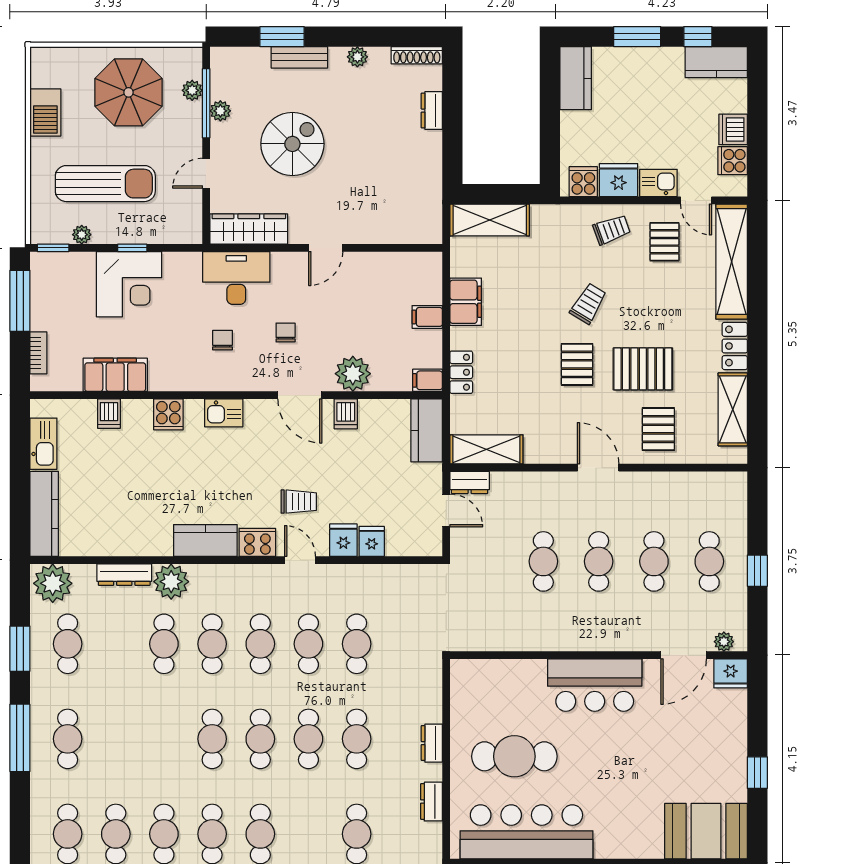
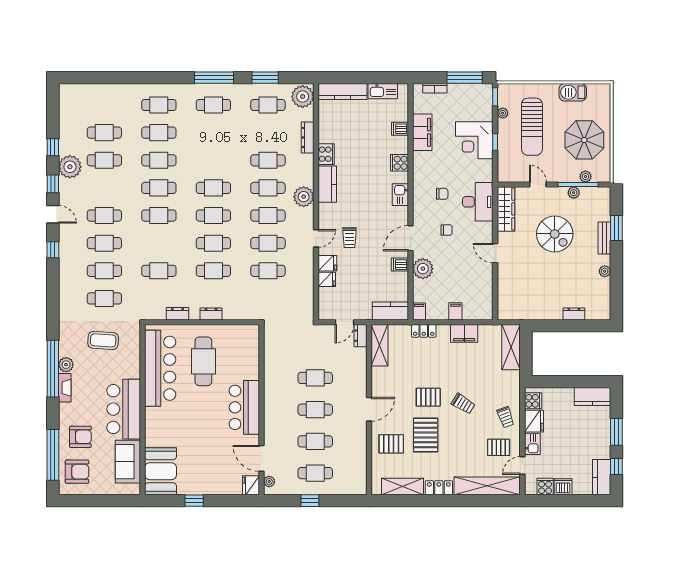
shoe rack: (417, 55) -> (606, 305), removed
cooker: (257, 542) -> (326, 154), moved
plant: (171, 582) -> (304, 197), moved

